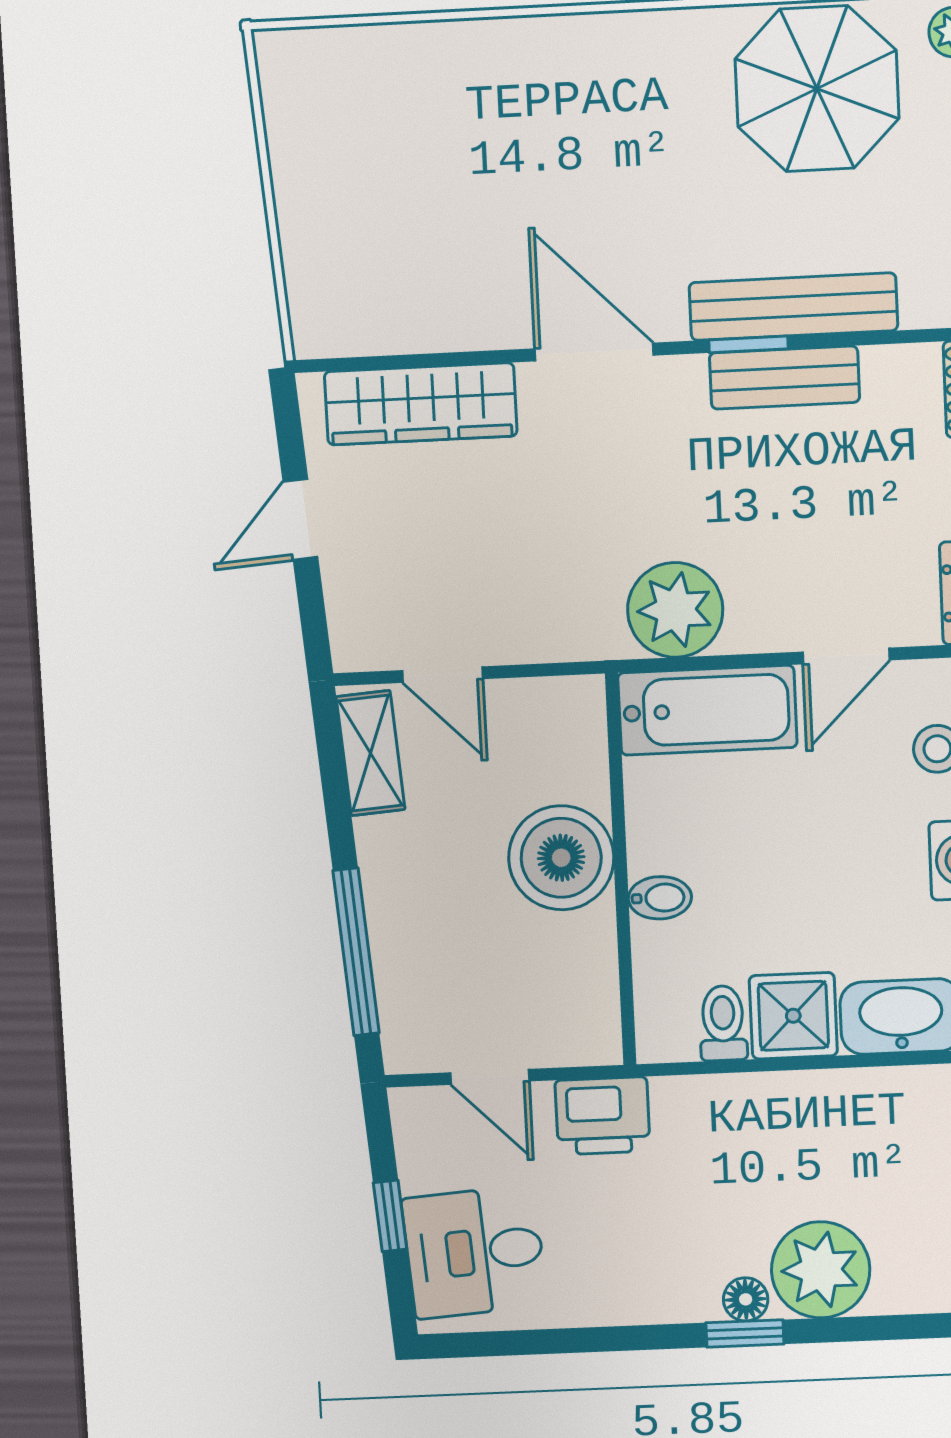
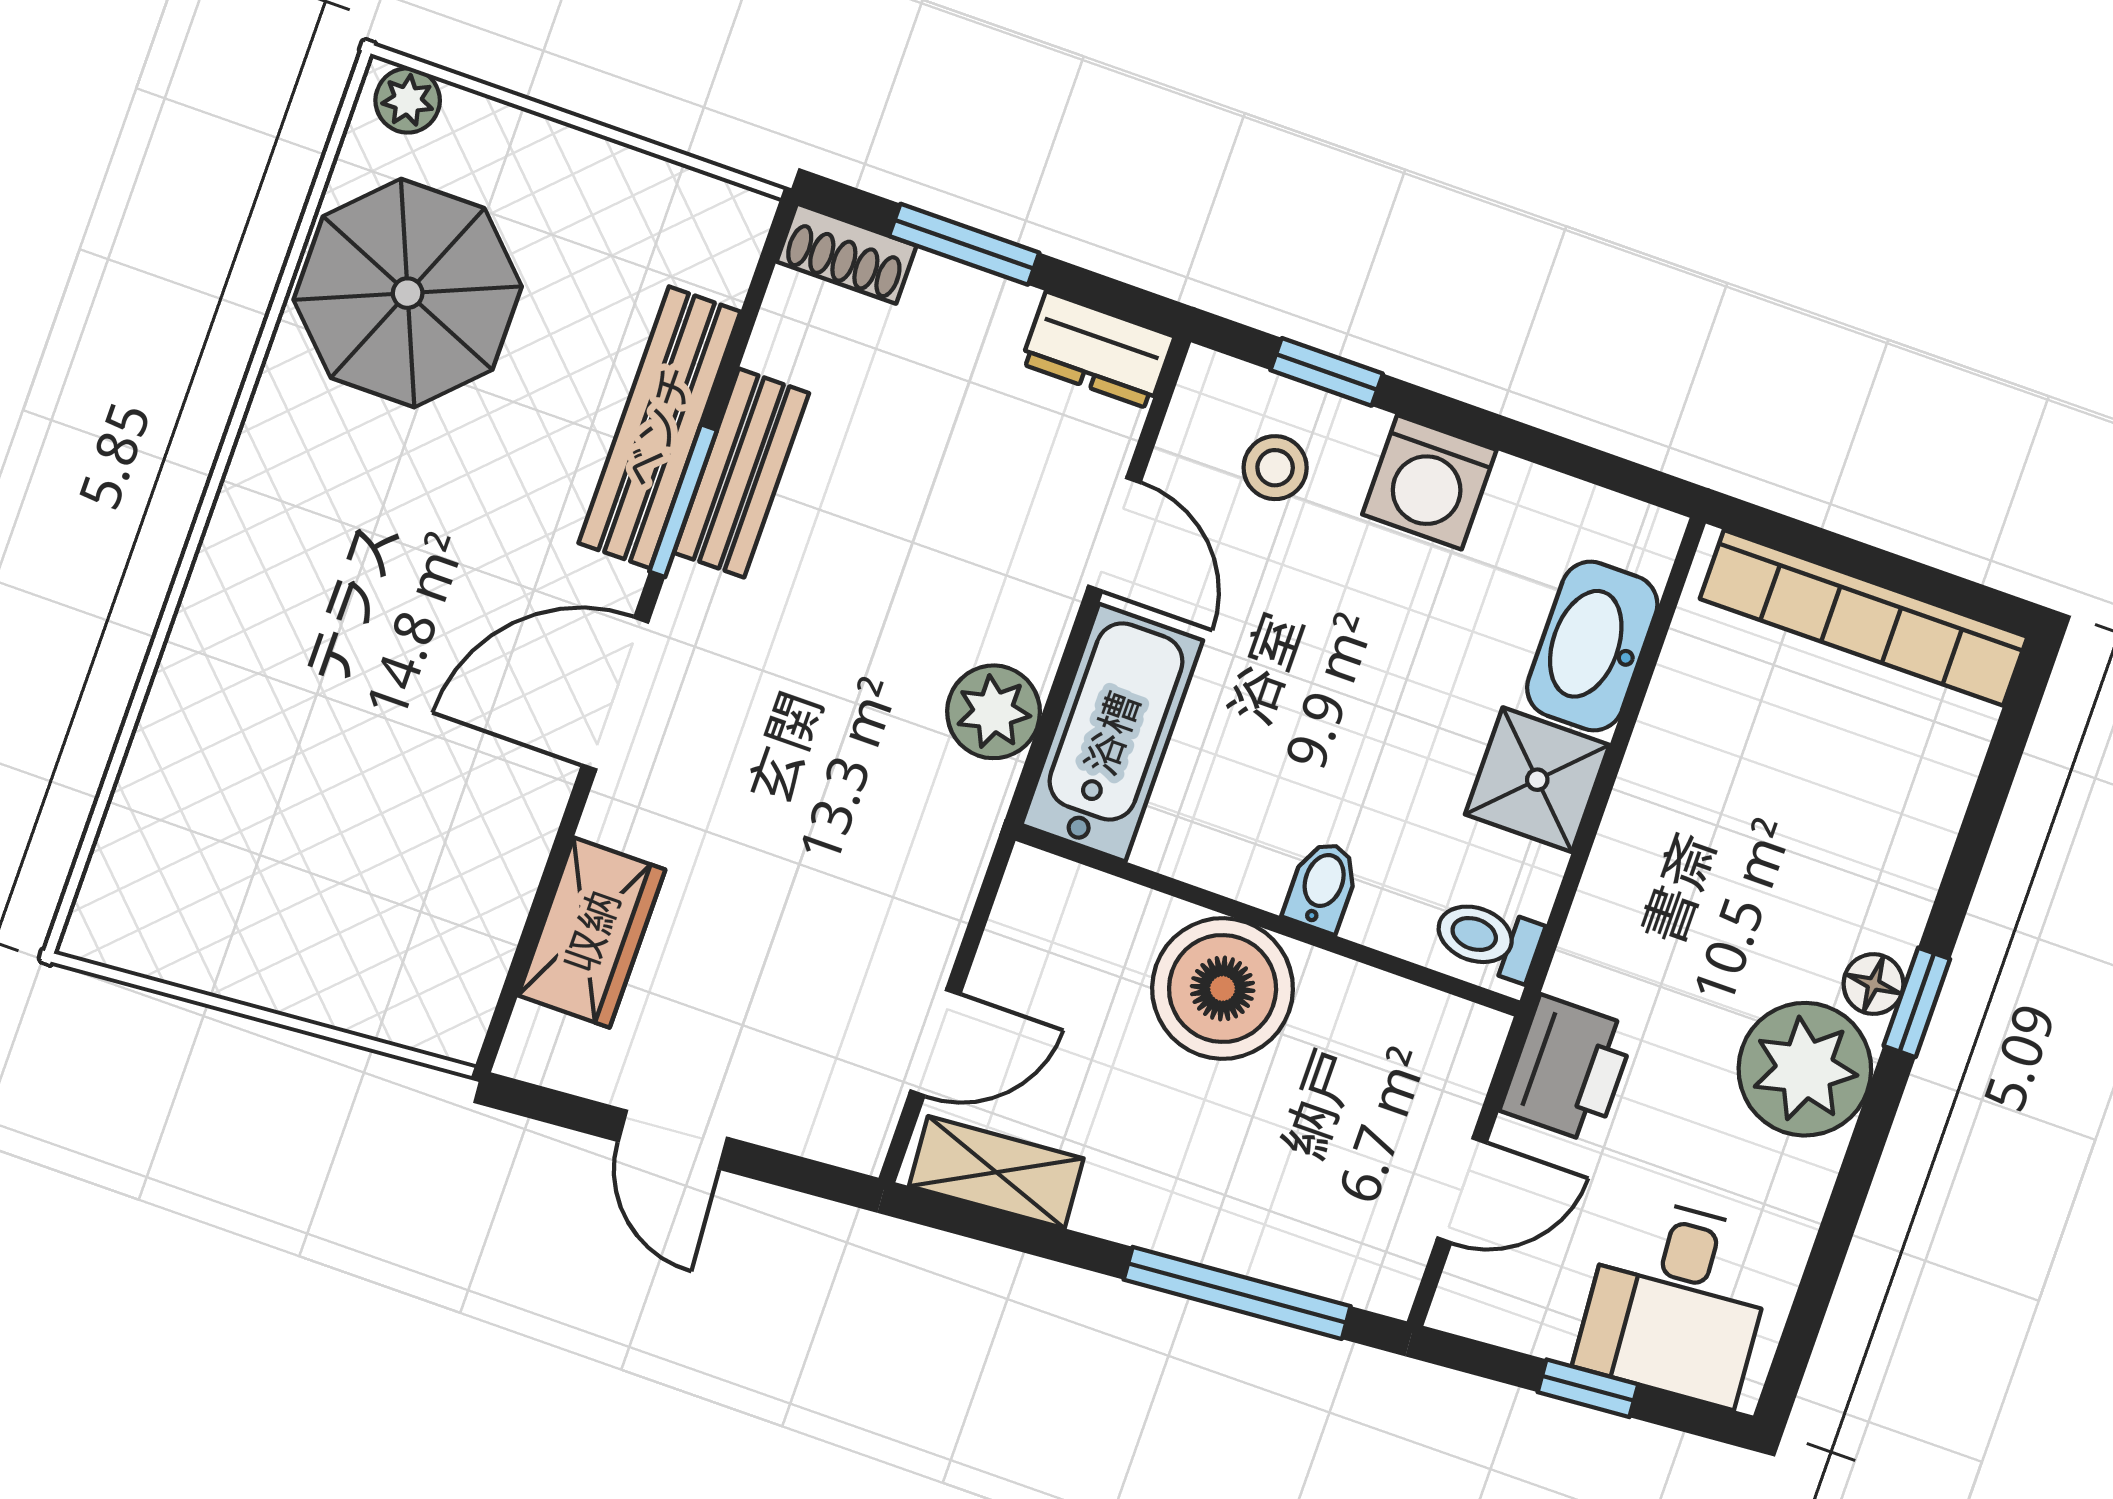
window: (749, 344) -> (683, 501), width x1.50
wardrobe: (421, 404) -> (592, 932), width x0.67
plant: (675, 610) -> (994, 712), width x0.73, depth x0.73
toilet: (723, 1023) -> (1488, 939), moved
plant: (821, 1270) -> (1805, 1069), moved

